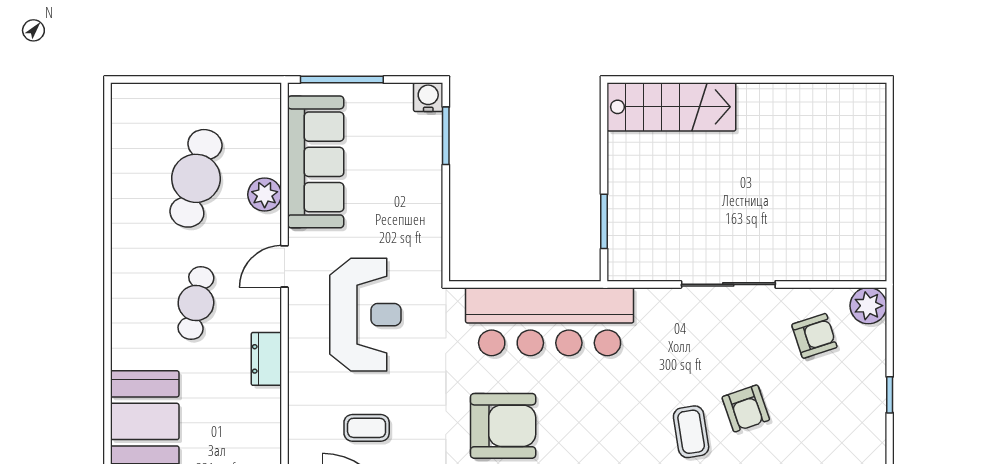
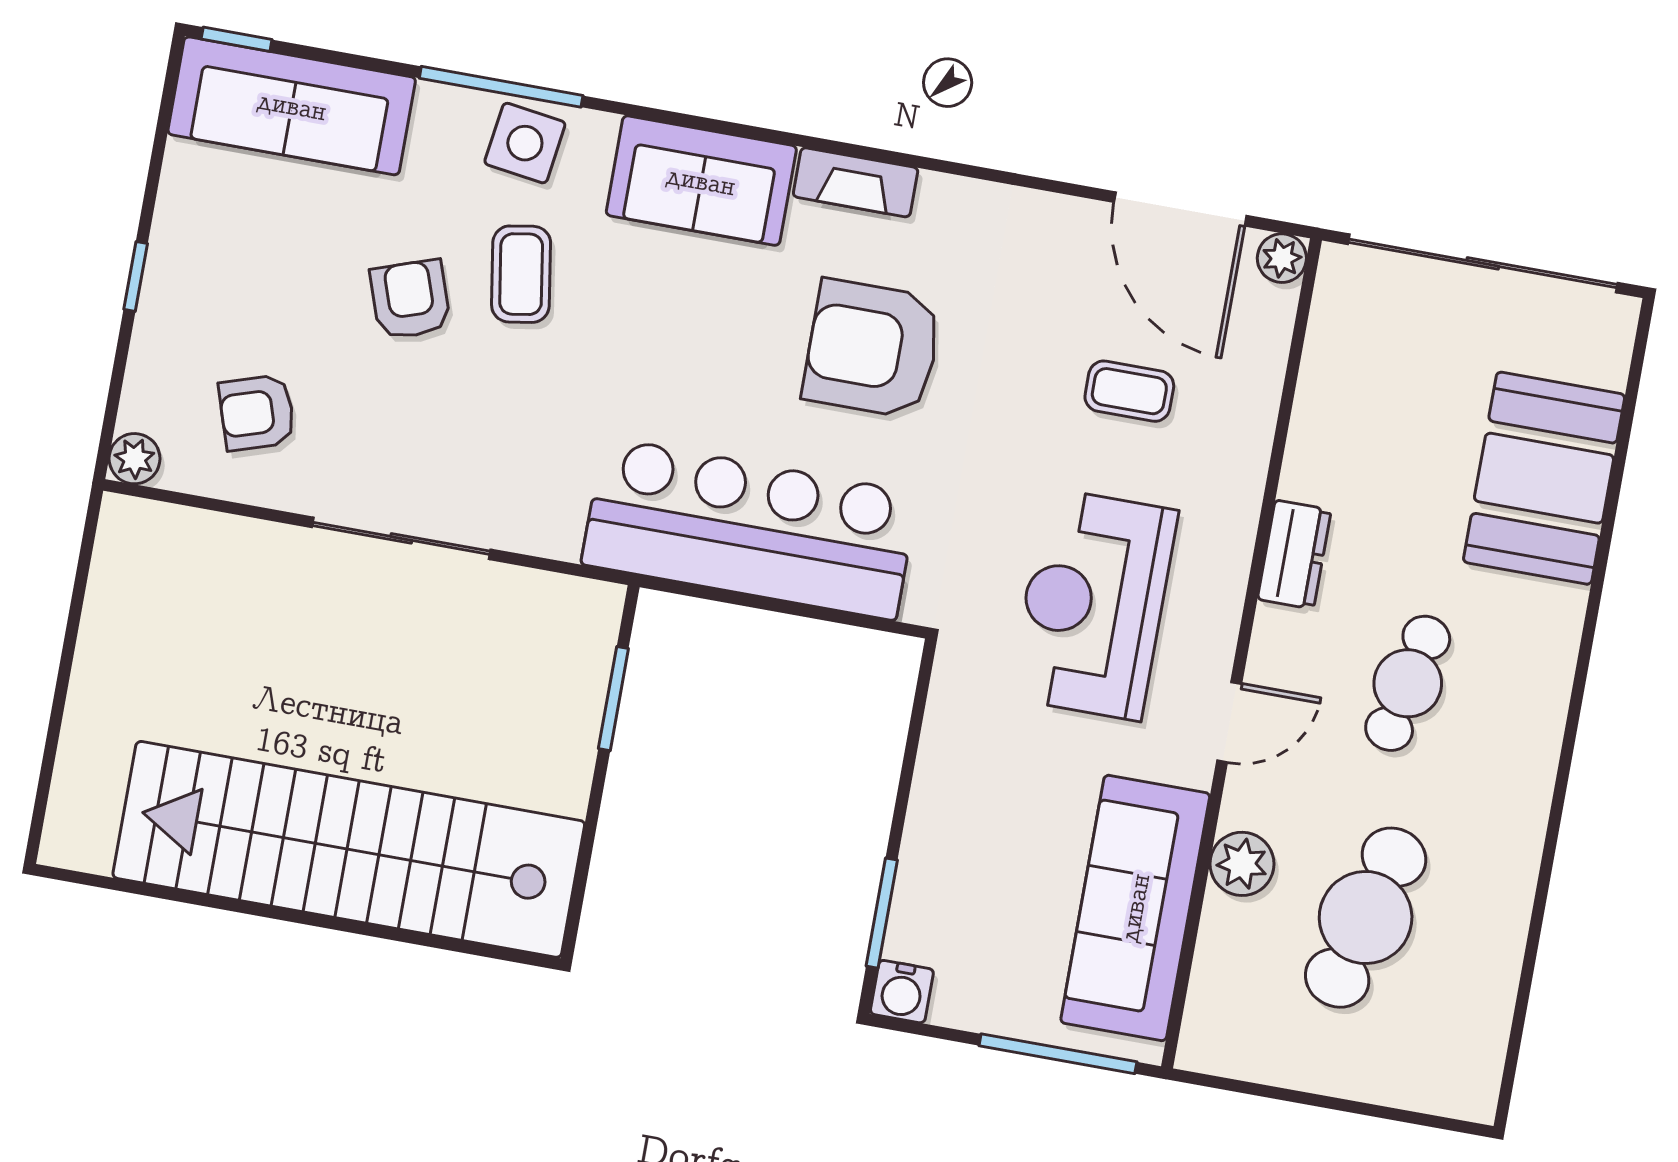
stairs: (671, 107) -> (349, 849), width x1.86, depth x1.51
plant: (868, 306) -> (135, 459), width x0.73, depth x0.73

